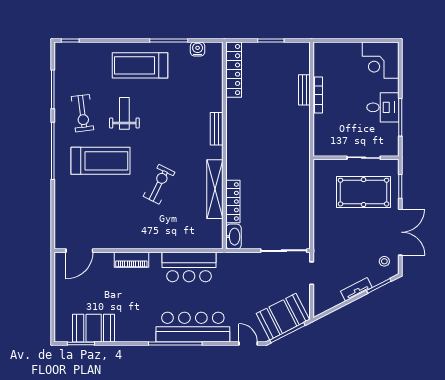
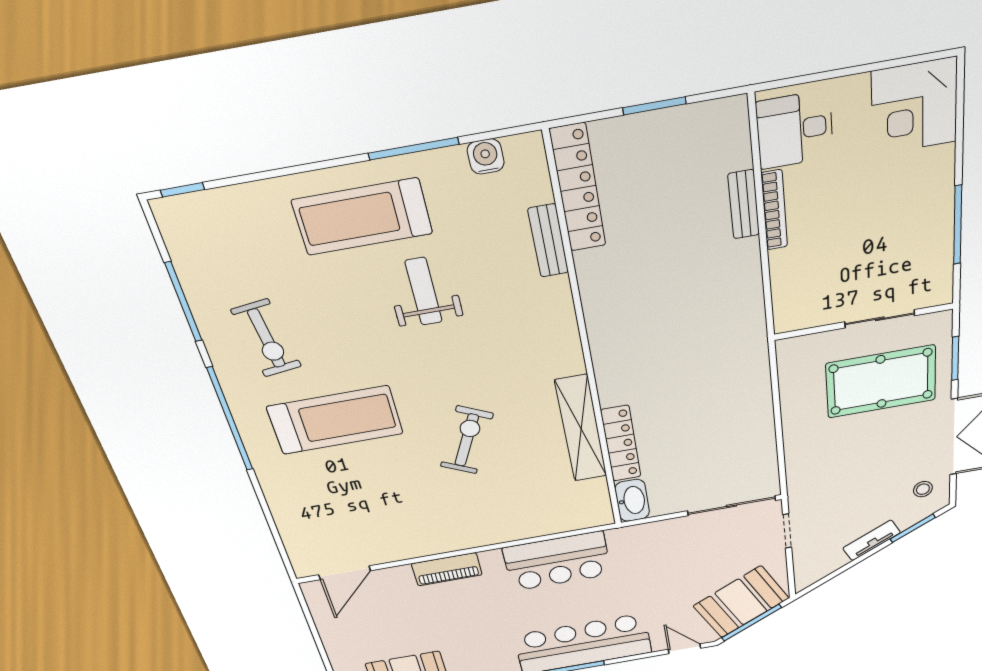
desk: (383, 107) -> (795, 130), moved, turned 180
weight bench: (124, 113) -> (424, 291), moved
bench: (217, 129) -> (548, 241), moved

